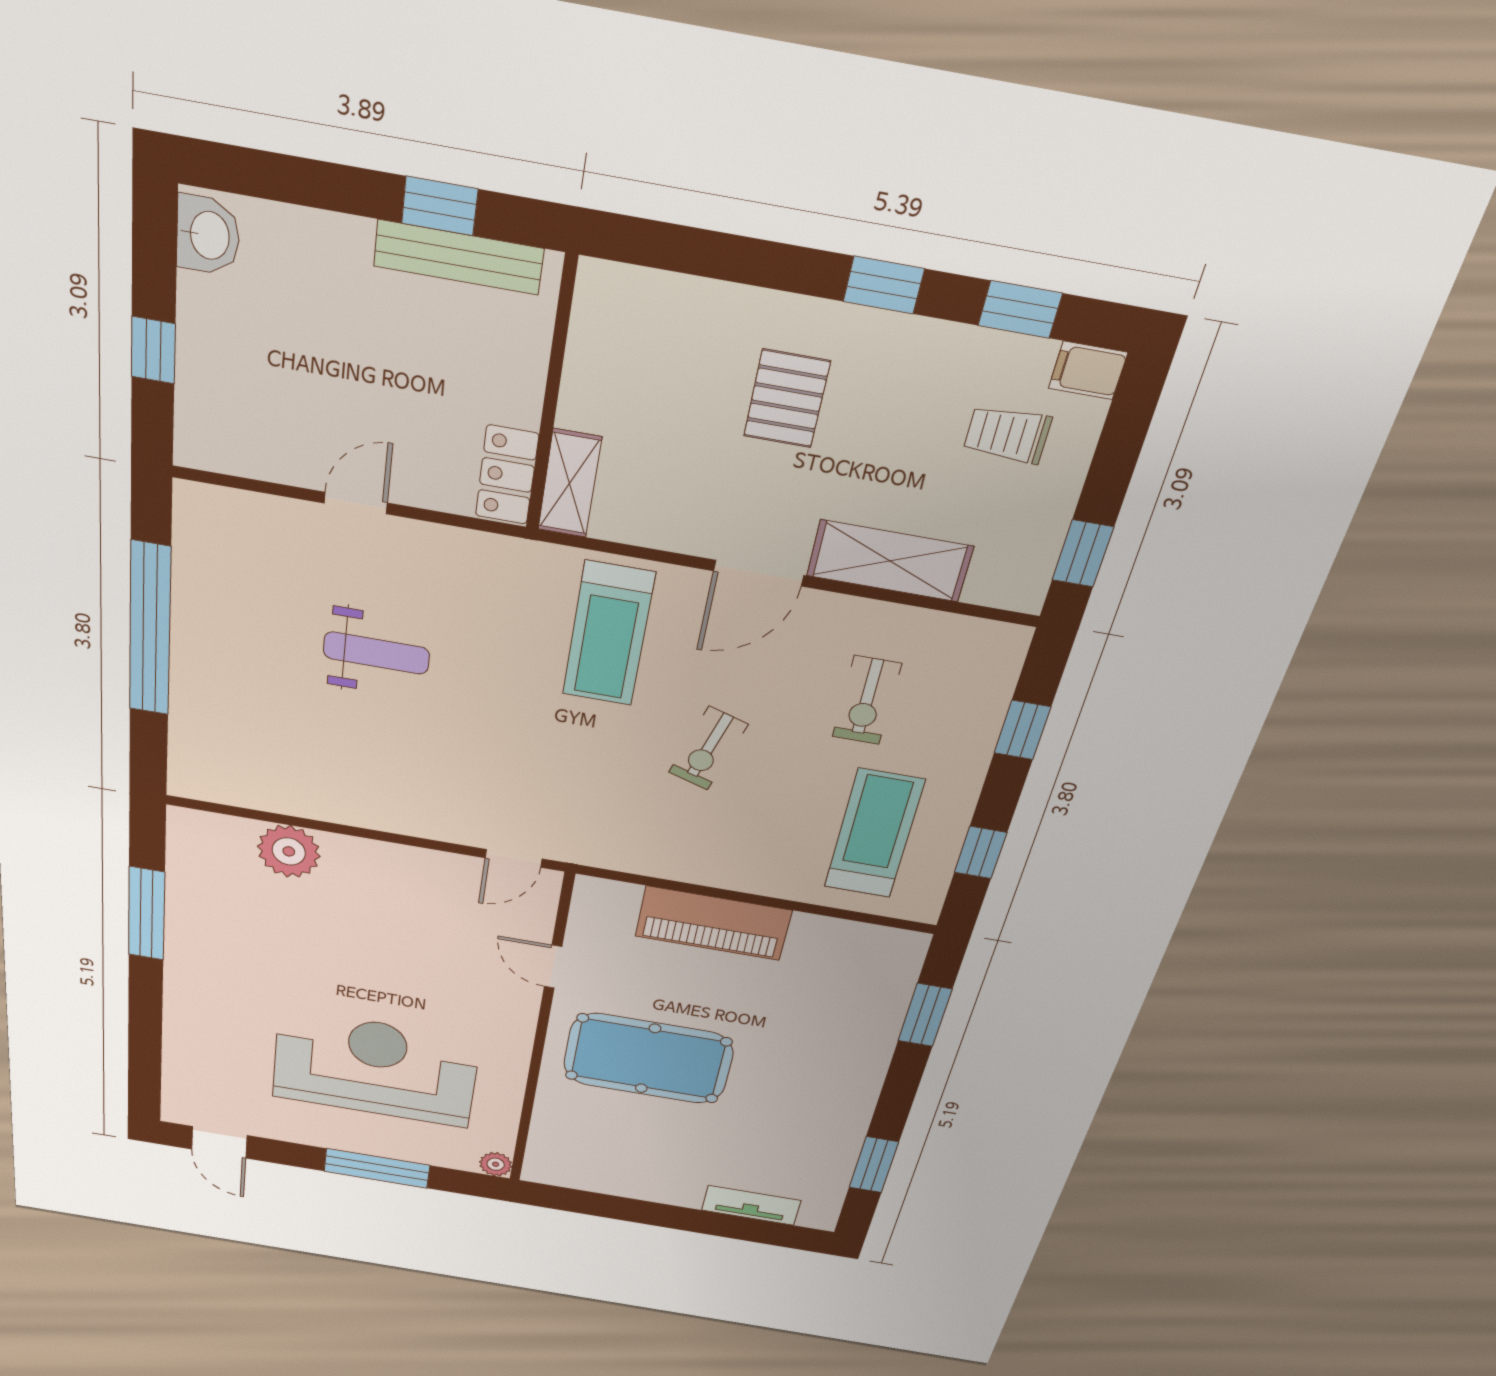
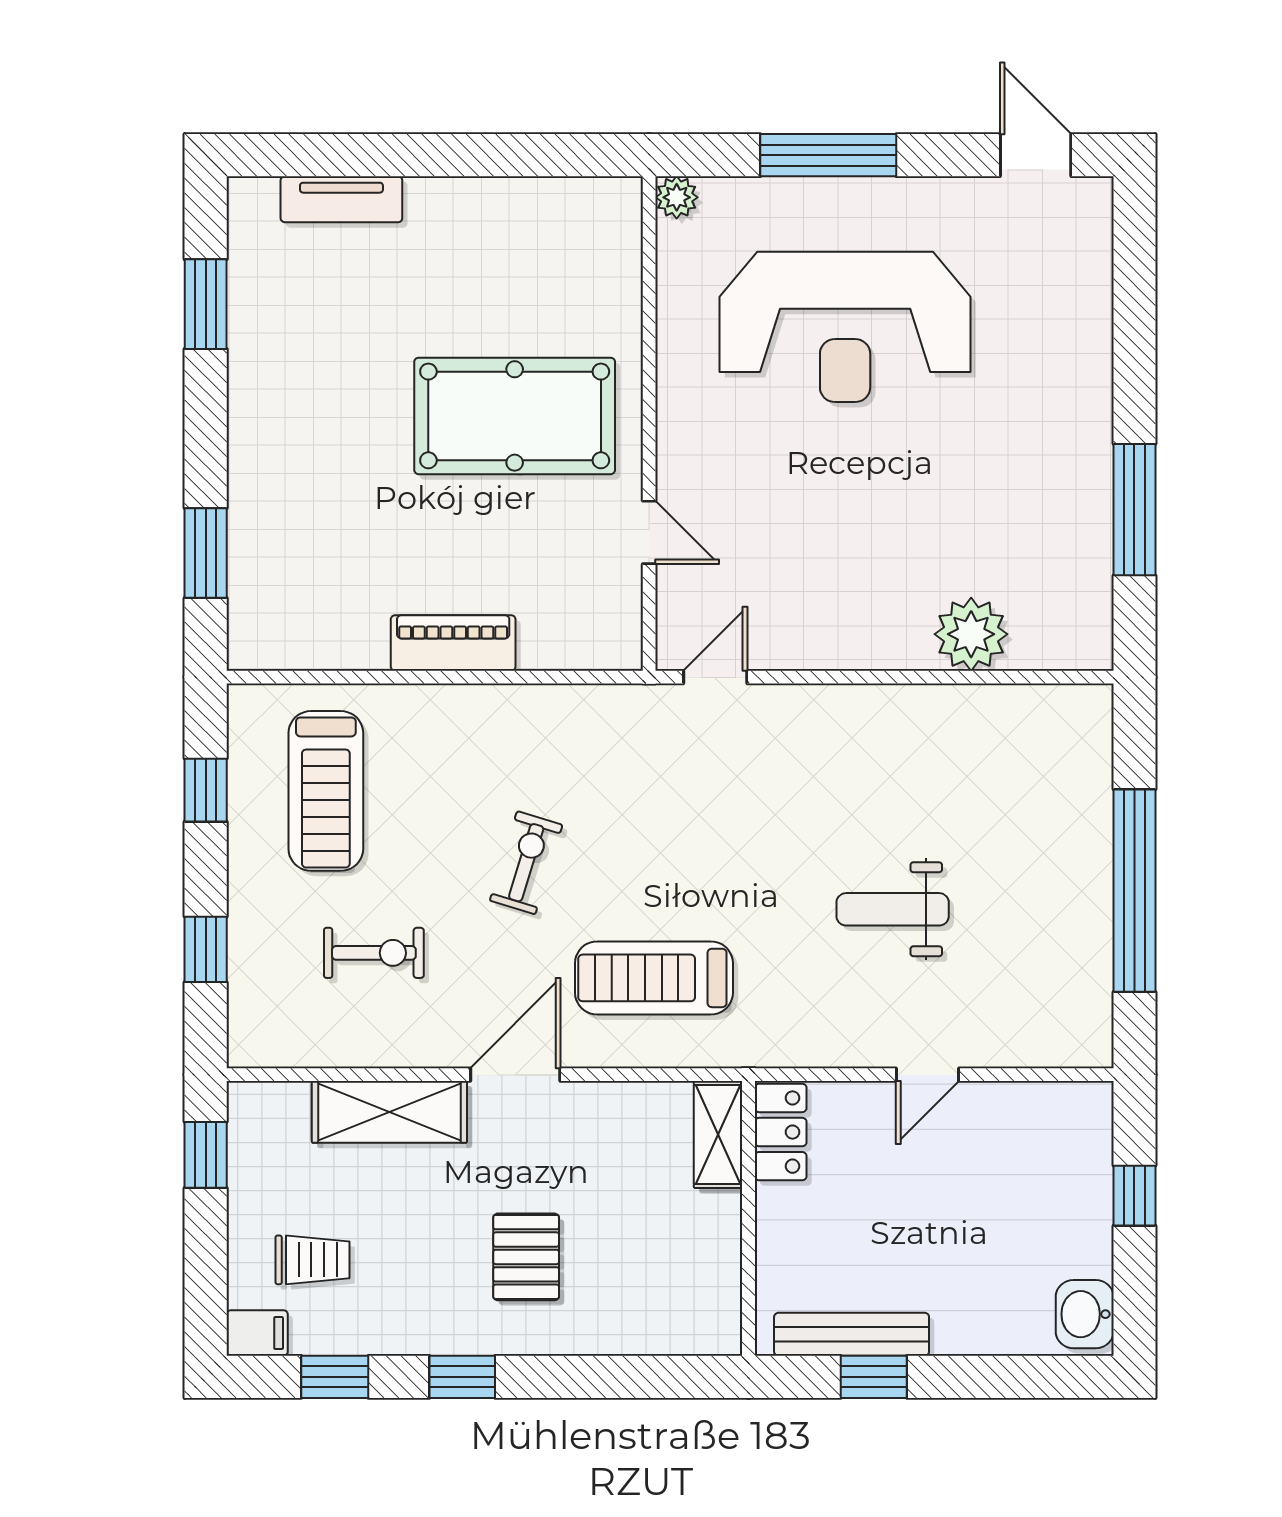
treadmill: (608, 634) -> (654, 978), turned -90
exercise bike: (867, 700) -> (374, 953), turned 90
piano: (713, 923) -> (453, 643), width x0.73, depth x0.75

